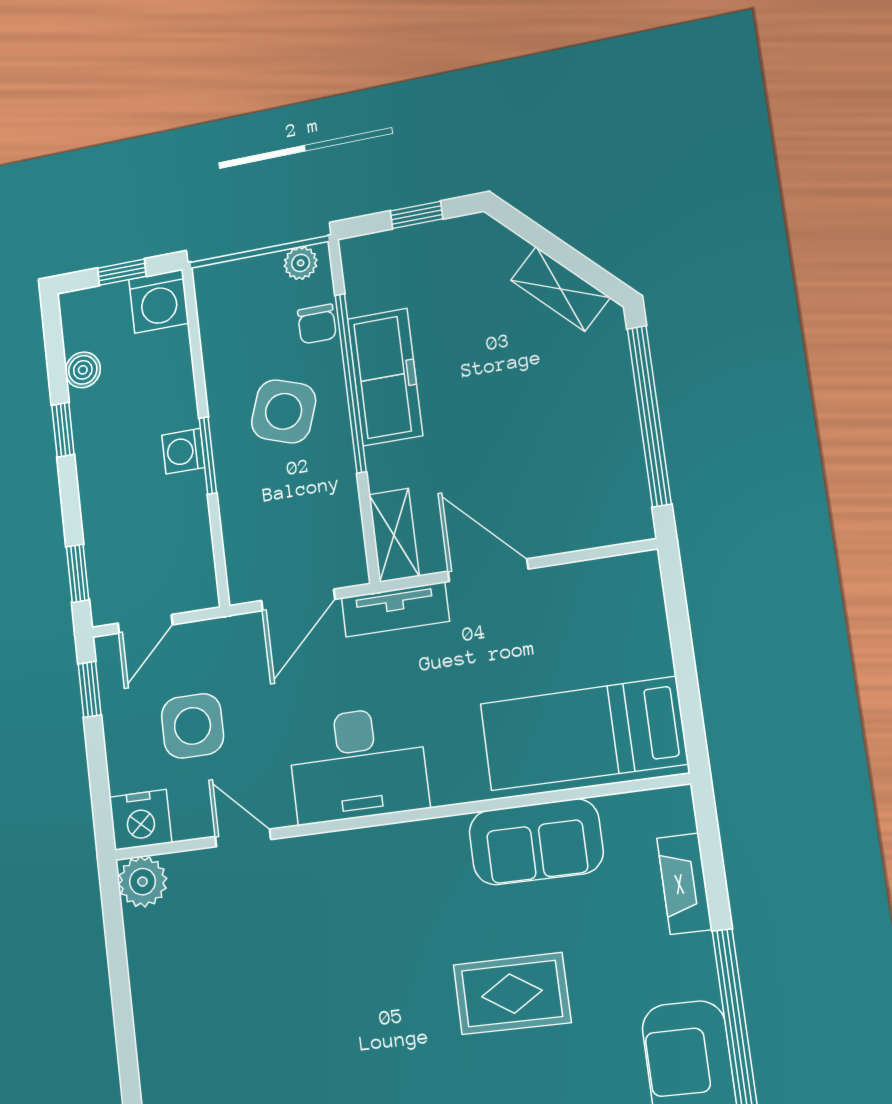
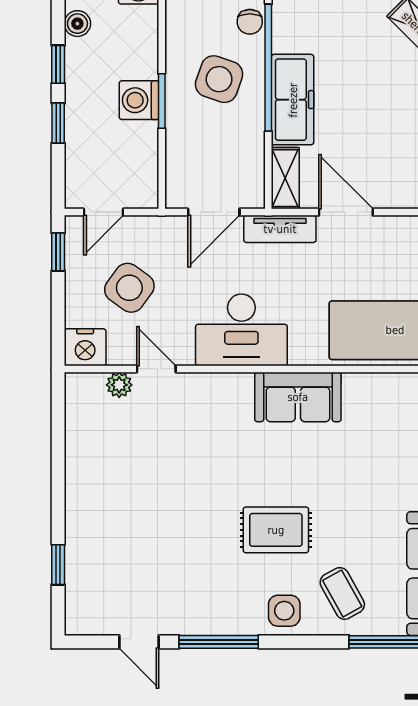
freezer: (385, 377) -> (293, 100), moved
washing machine: (183, 451) -> (139, 100), width x1.38, depth x1.38
window: (78, 573) -> (58, 123), moved
side table: (192, 726) -> (129, 288), turned 36
sofa: (536, 842) -> (298, 397), moved
plant: (143, 882) -> (119, 385), moved, width x0.73, depth x0.73
rug: (512, 994) -> (276, 530), moved

